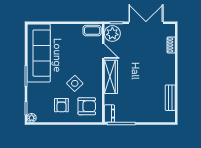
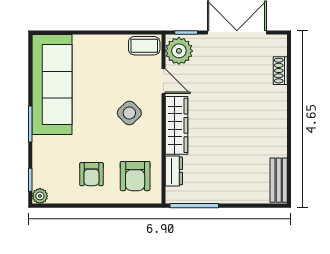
side table: (75, 83) -> (129, 113), moved
bench: (170, 98) -> (279, 180), moved
armchair: (87, 106) -> (135, 176), turned 90
dresser: (109, 114) -> (174, 171), moved

